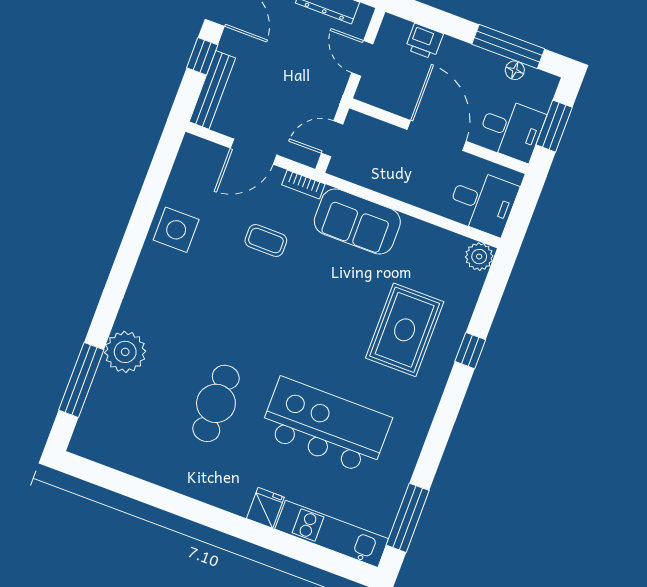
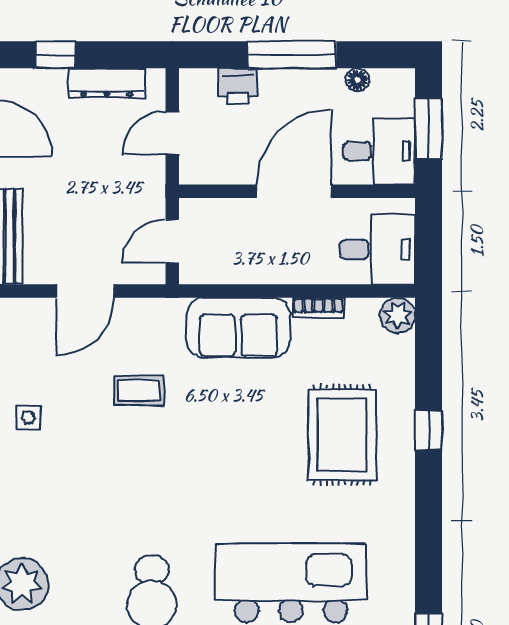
window: (508, 46) -> (292, 55), moved
door: (362, 58) -> (172, 133), hinge flipped
door: (437, 135) -> (294, 191), hinge flipped
bookcase: (303, 184) -> (318, 308), moved
side table: (176, 230) -> (28, 417), width x0.54, depth x0.54

